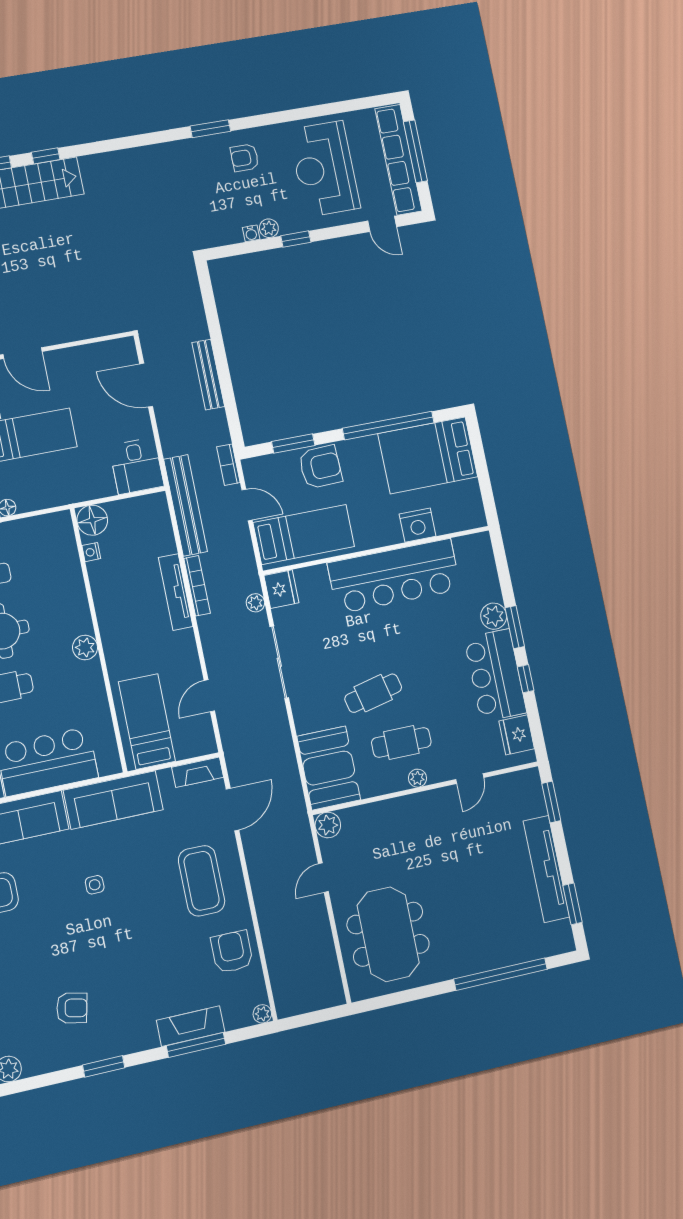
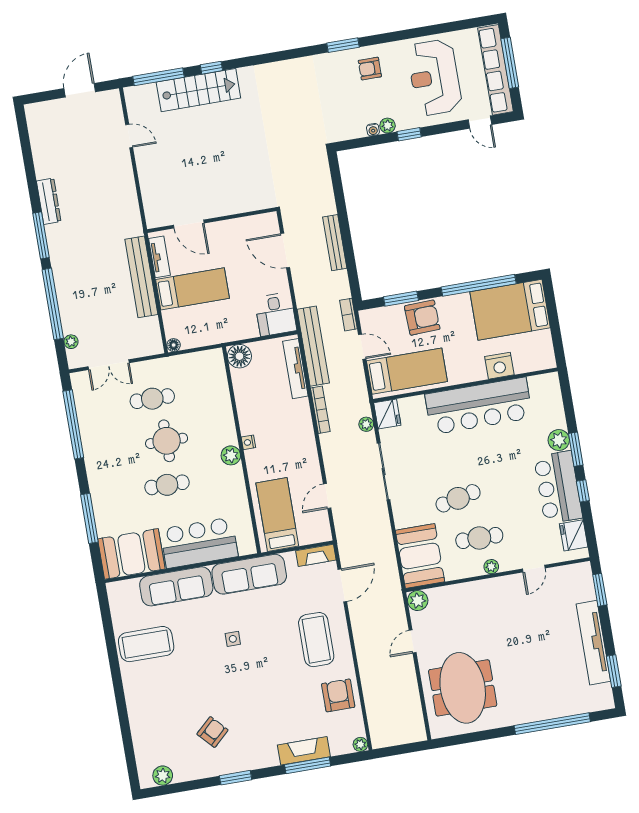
nightstand: (91, 552) -> (248, 442), moved
tv unit: (176, 592) -> (295, 369), moved
armchair: (72, 1008) -> (212, 732), turned -55

